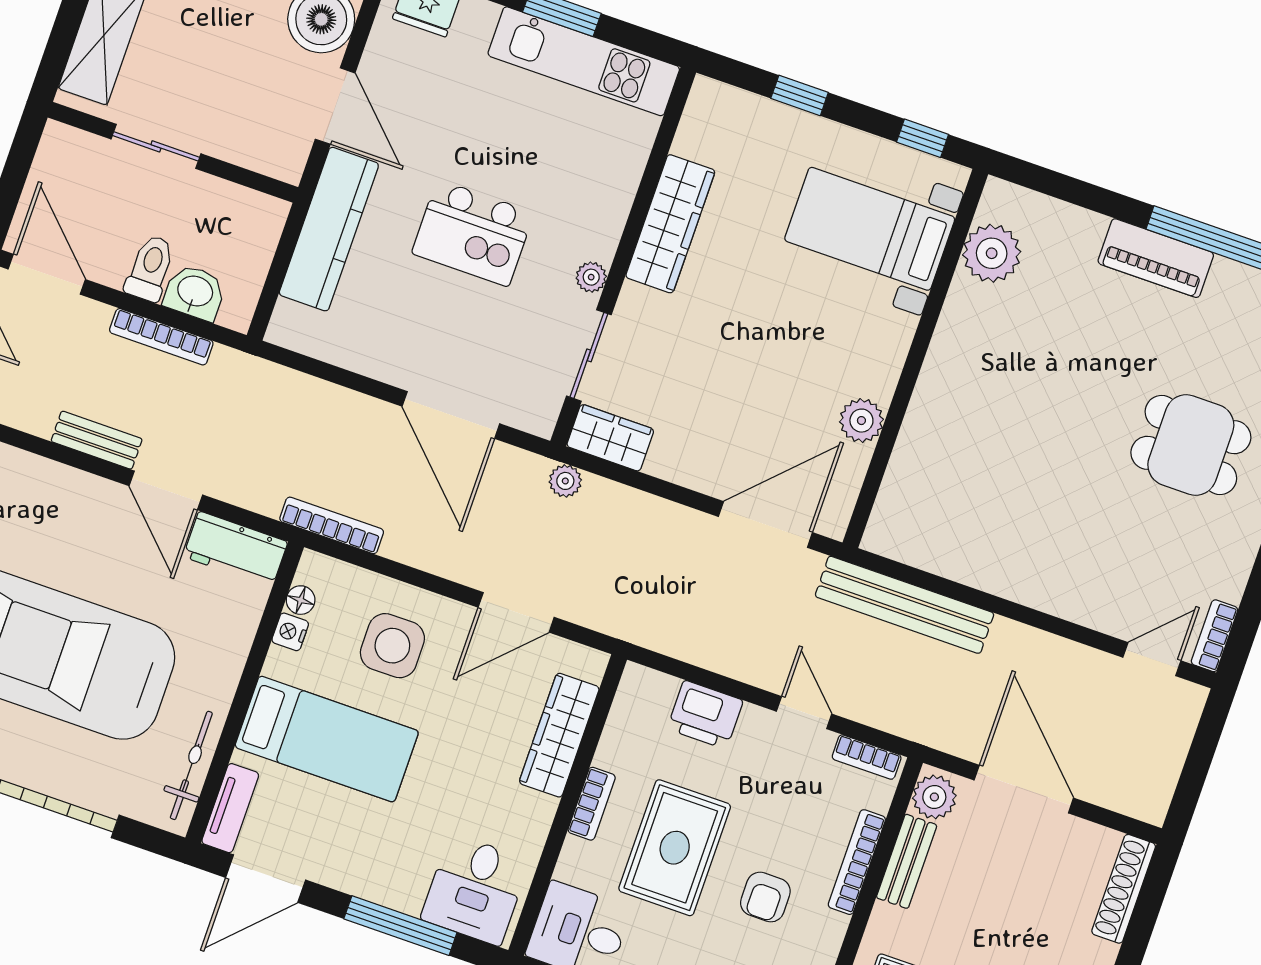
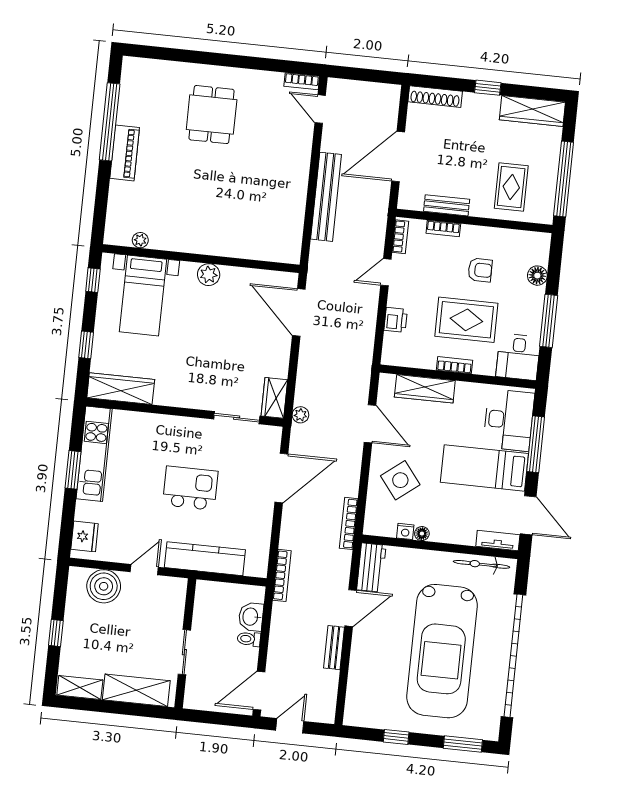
door: (335, 106) -> (144, 570), width x0.73
wardrobe: (670, 224) -> (121, 389), moved
kitchen island: (473, 233) -> (190, 488), turned -90
plant: (992, 253) -> (140, 240), width x0.53, depth x0.53
toilet: (150, 268) -> (249, 639), width x0.73, depth x0.72
plant: (591, 277) -> (198, 425), removed
bookcase: (161, 337) -> (282, 575), moved
plant: (861, 421) -> (209, 275), moved
floor lamp: (301, 600) -> (422, 534), moved
bench: (905, 605) -> (326, 197), moved
side table: (392, 646) -> (400, 480), turned -38
printer: (705, 715) -> (396, 320), width x0.73, depth x0.81
bed: (327, 739) -> (484, 468), moved, turned -90
plant: (934, 797) -> (412, 199), removed
bookcase: (857, 862) -> (443, 229), width x0.64
desk: (475, 889) -> (509, 420), width x1.37

